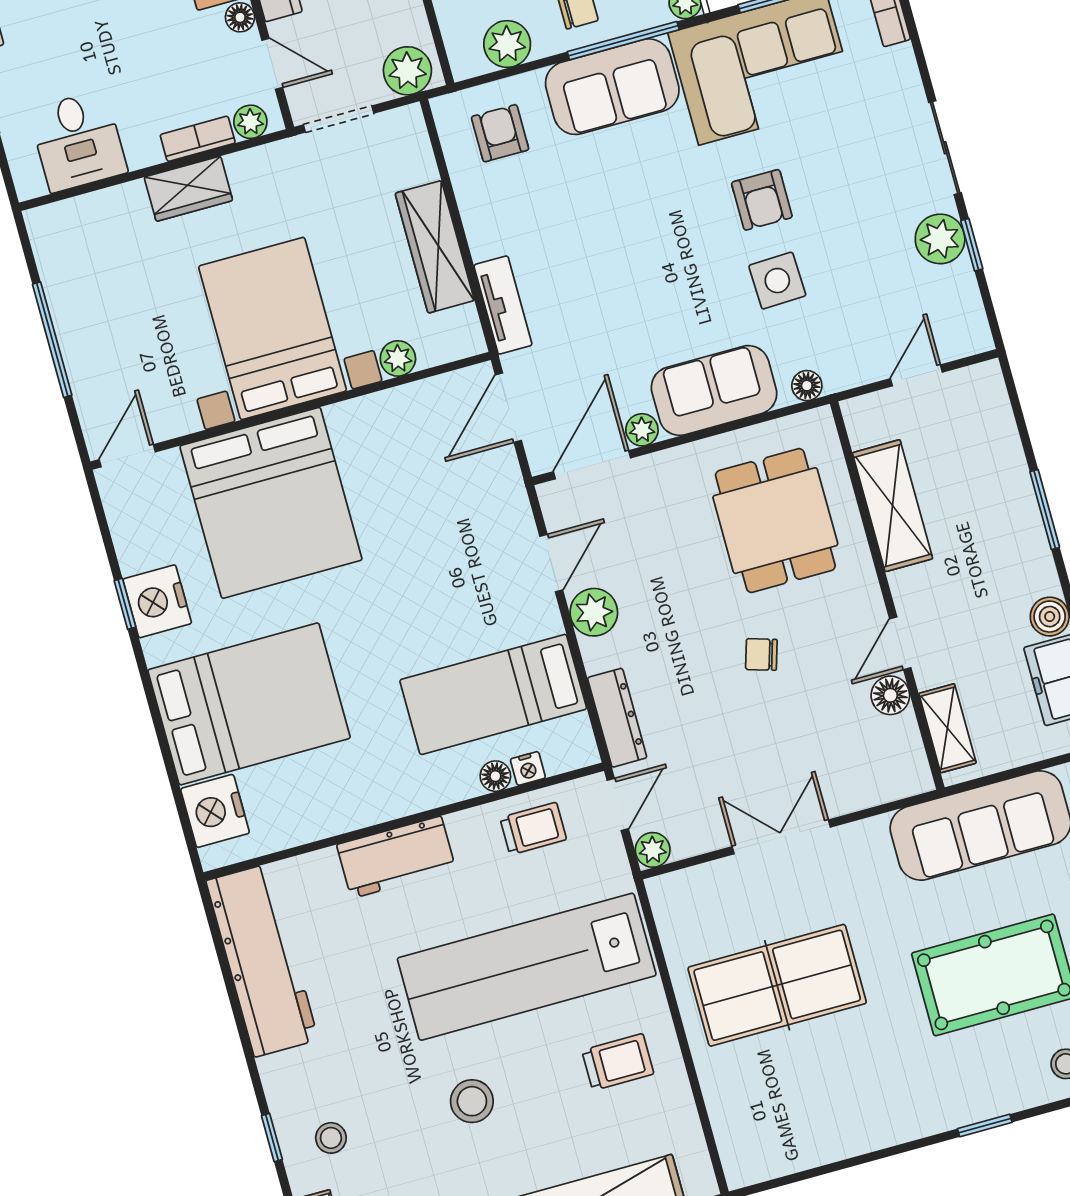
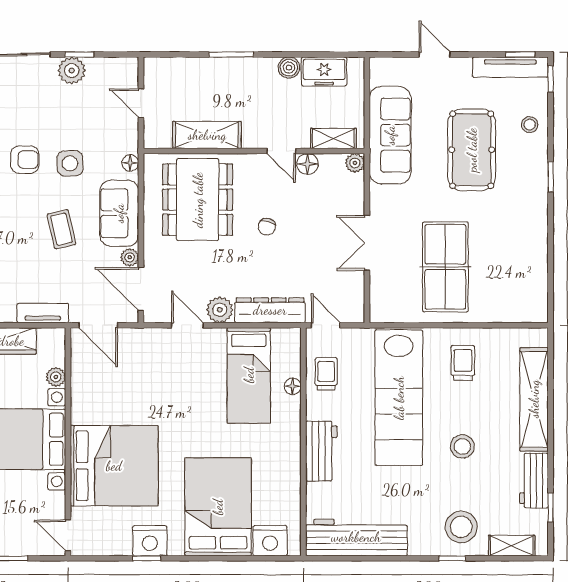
coffee table: (658, 297) -> (61, 229), added
dining table: (775, 521) -> (198, 200), width x1.37
dresser: (617, 718) -> (270, 310), width x1.37, depth x1.24
nightstand: (528, 768) -> (293, 368), removed
plant: (653, 850) -> (355, 163), moved
stool: (331, 1138) -> (461, 527), width x1.89, depth x1.89

